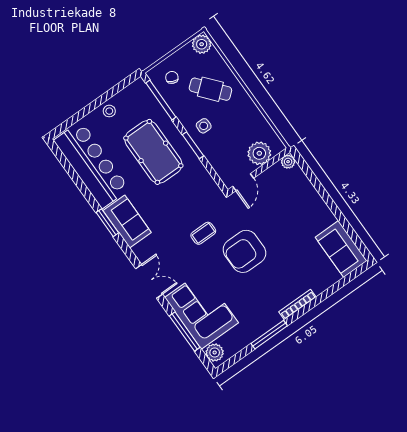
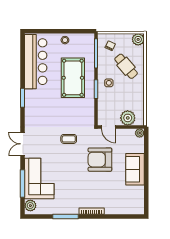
door: (243, 182) -> (109, 127), hinge flipped
sofa: (127, 222) -> (33, 104), removed
sofa: (341, 249) -> (135, 169), moved
armchair: (245, 251) -> (100, 160), moved
double door: (149, 281) -> (22, 144), swing flipped

